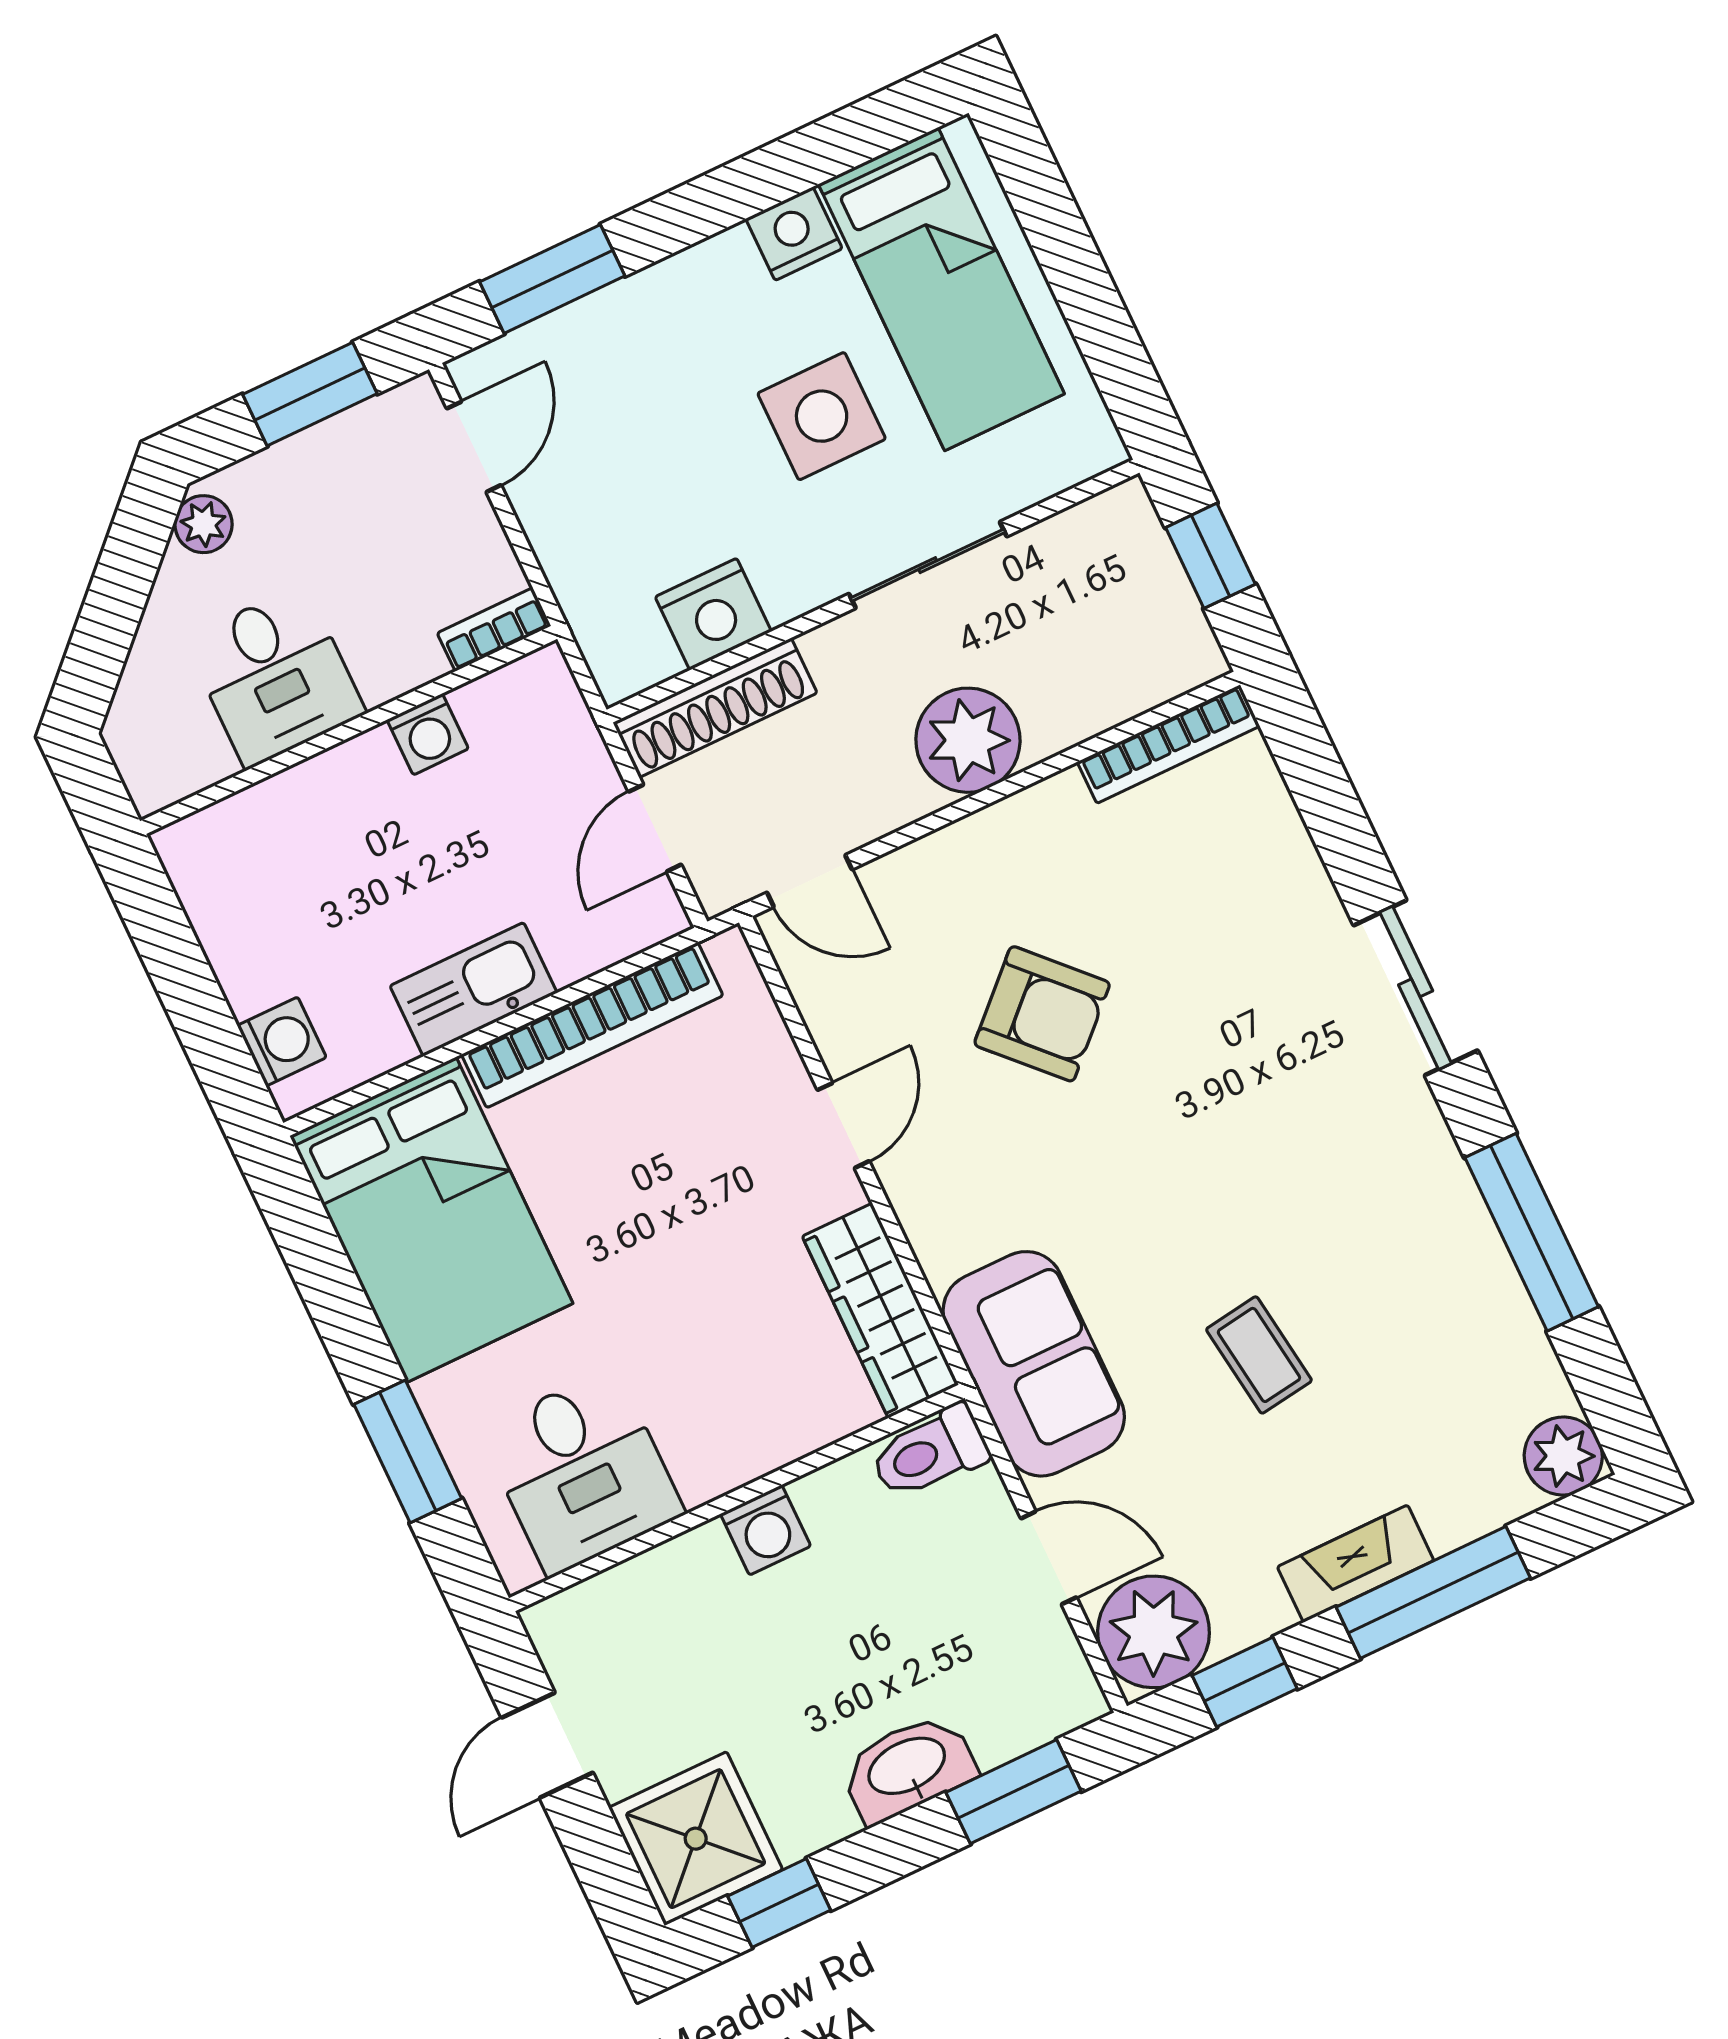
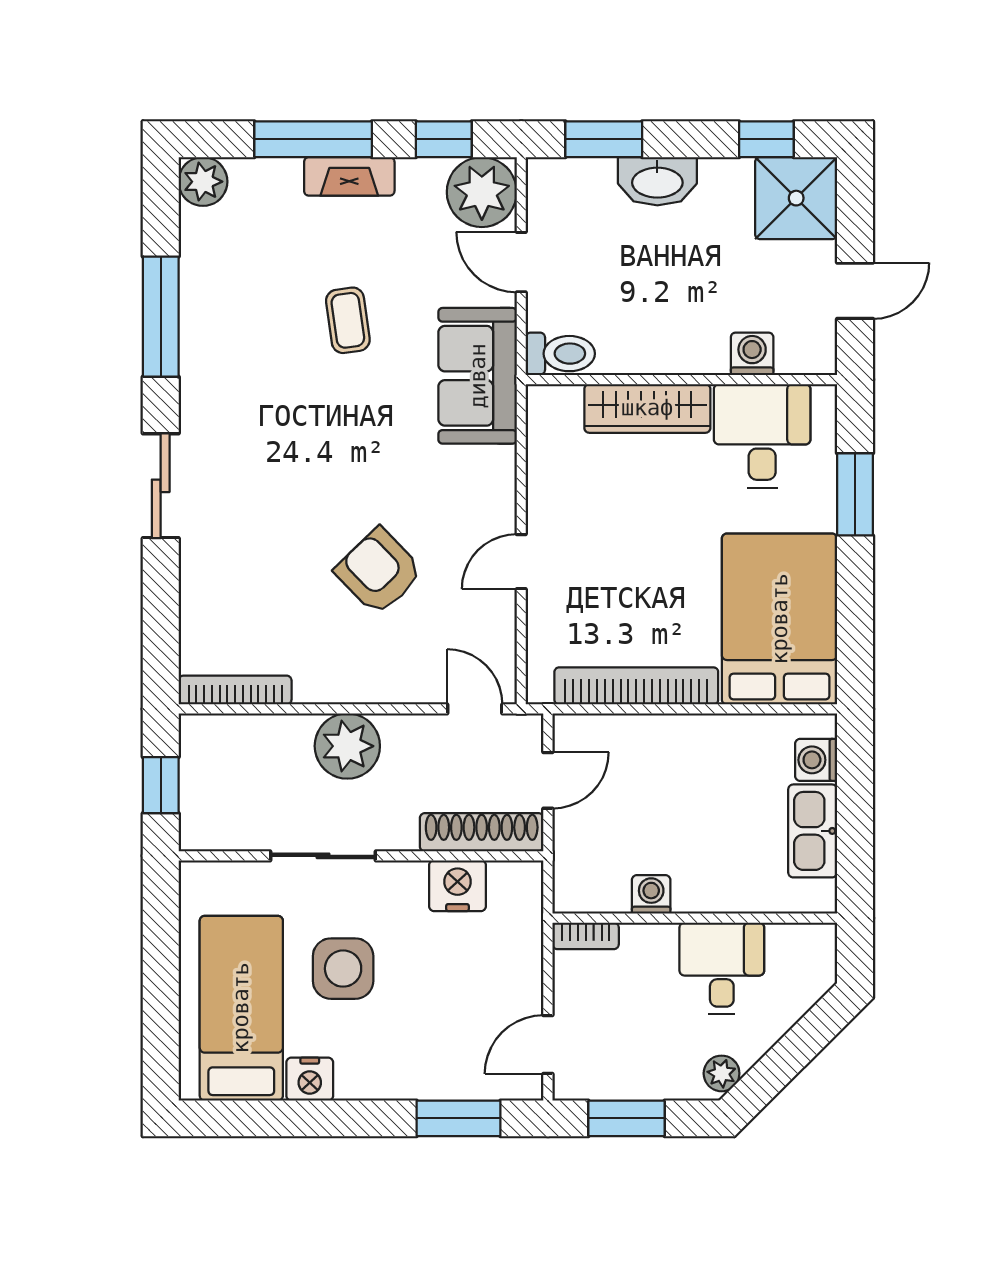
kitchen sink: (473, 989) -> (813, 831), moved, turned 90
wardrobe: (880, 1311) -> (647, 408), moved, turned 90
washing machine: (766, 1530) -> (752, 354), moved

